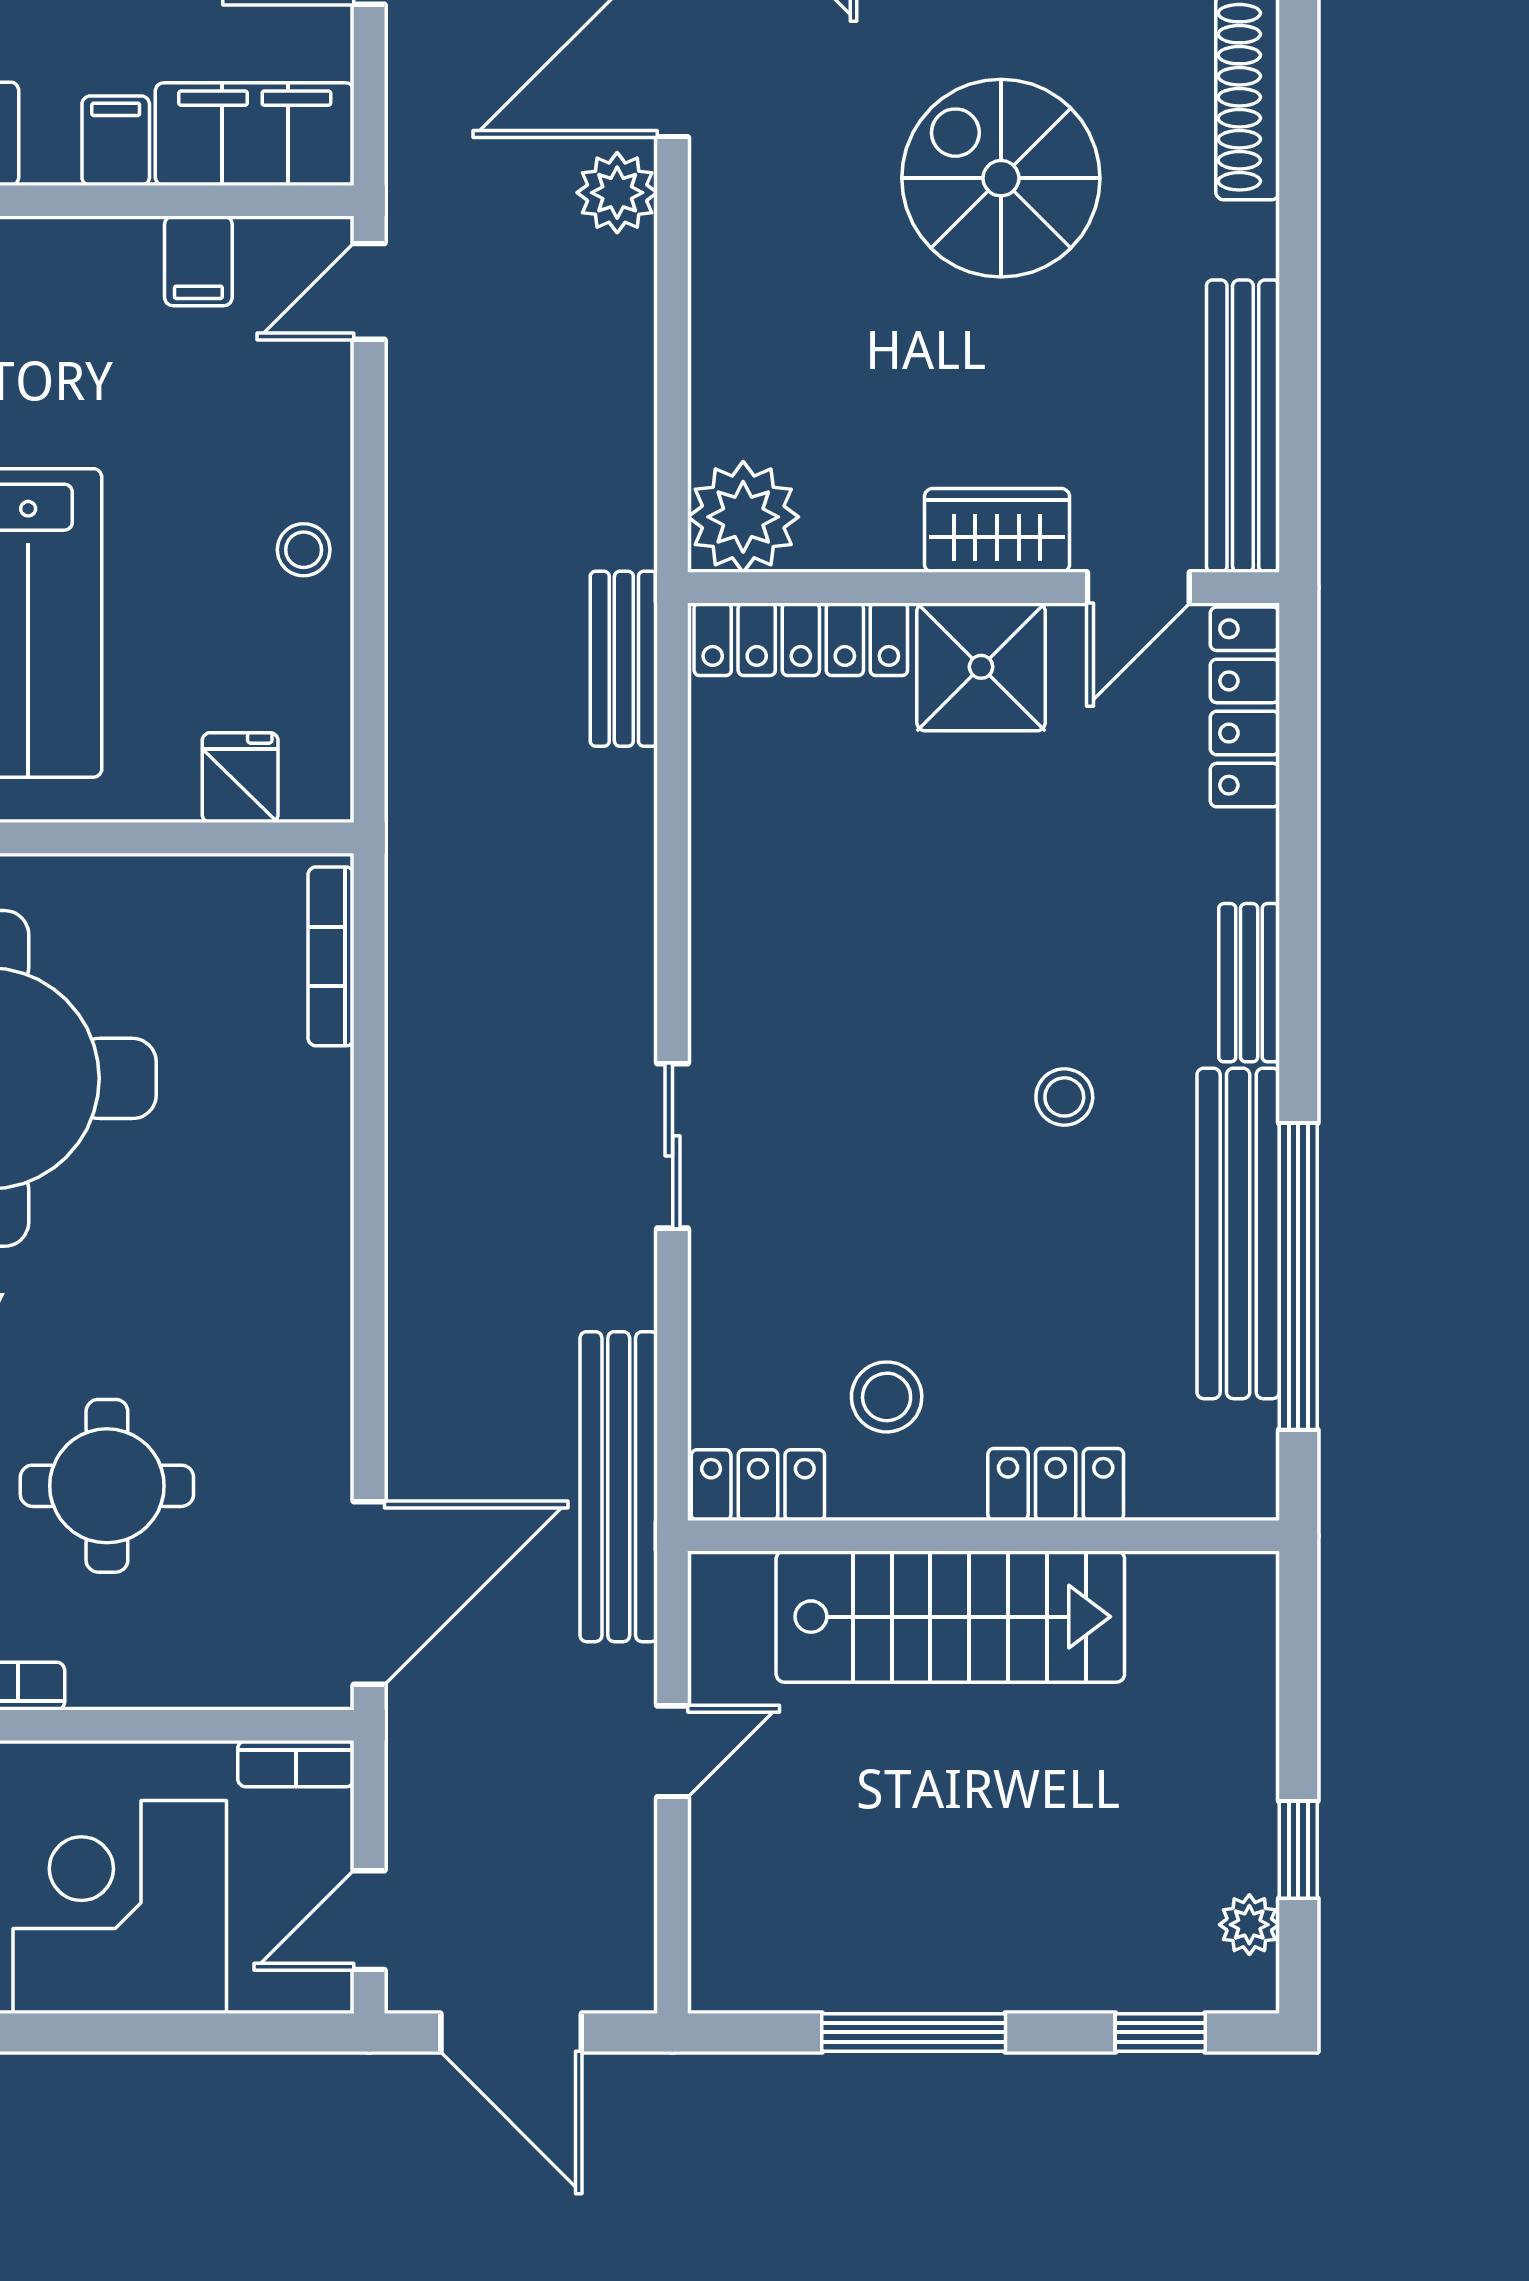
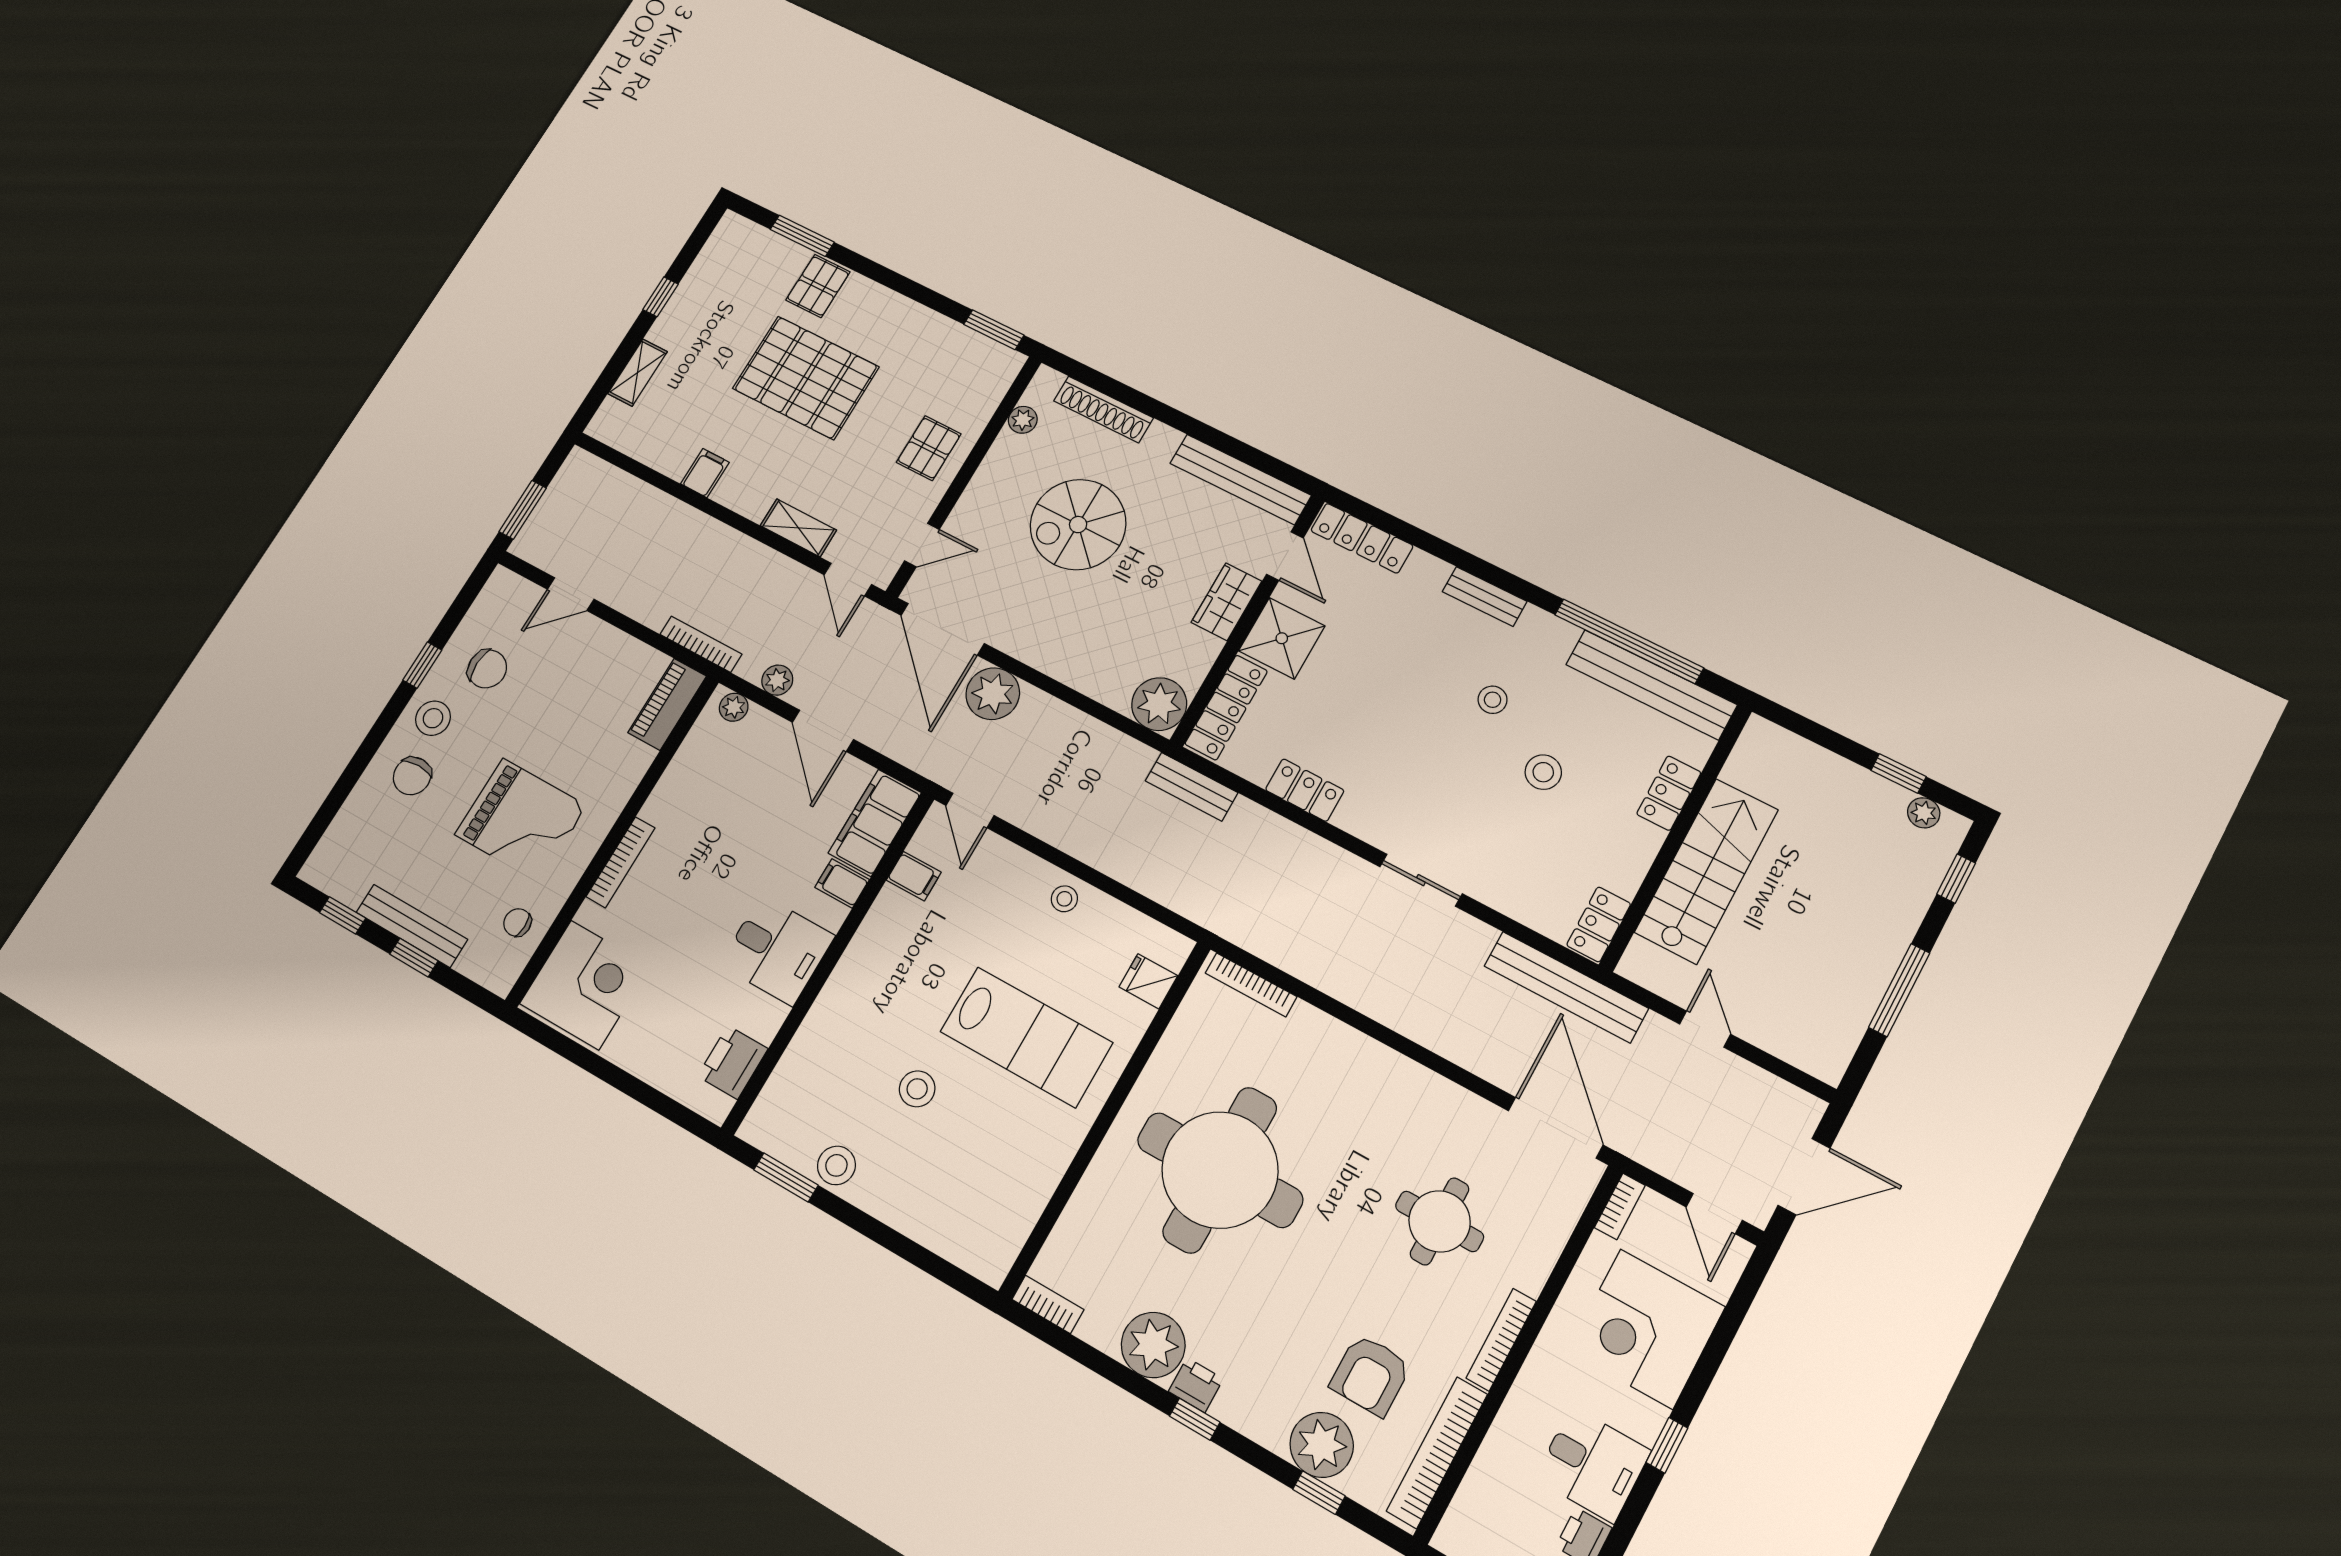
plant: (617, 193) -> (993, 694), width x1.36, depth x1.36
locker: (725, 860) -> (1305, 790), added
bench: (1238, 1233) -> (1651, 685), moved
stool: (887, 1397) -> (1543, 772), moved

